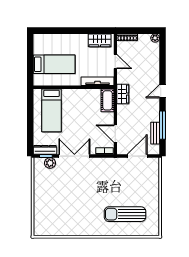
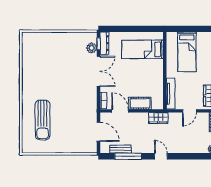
cot: (108, 100) -> (140, 103), moved
door: (115, 134) -> (120, 111), hinge flipped
sun lounger: (125, 214) -> (43, 120), turned 180

